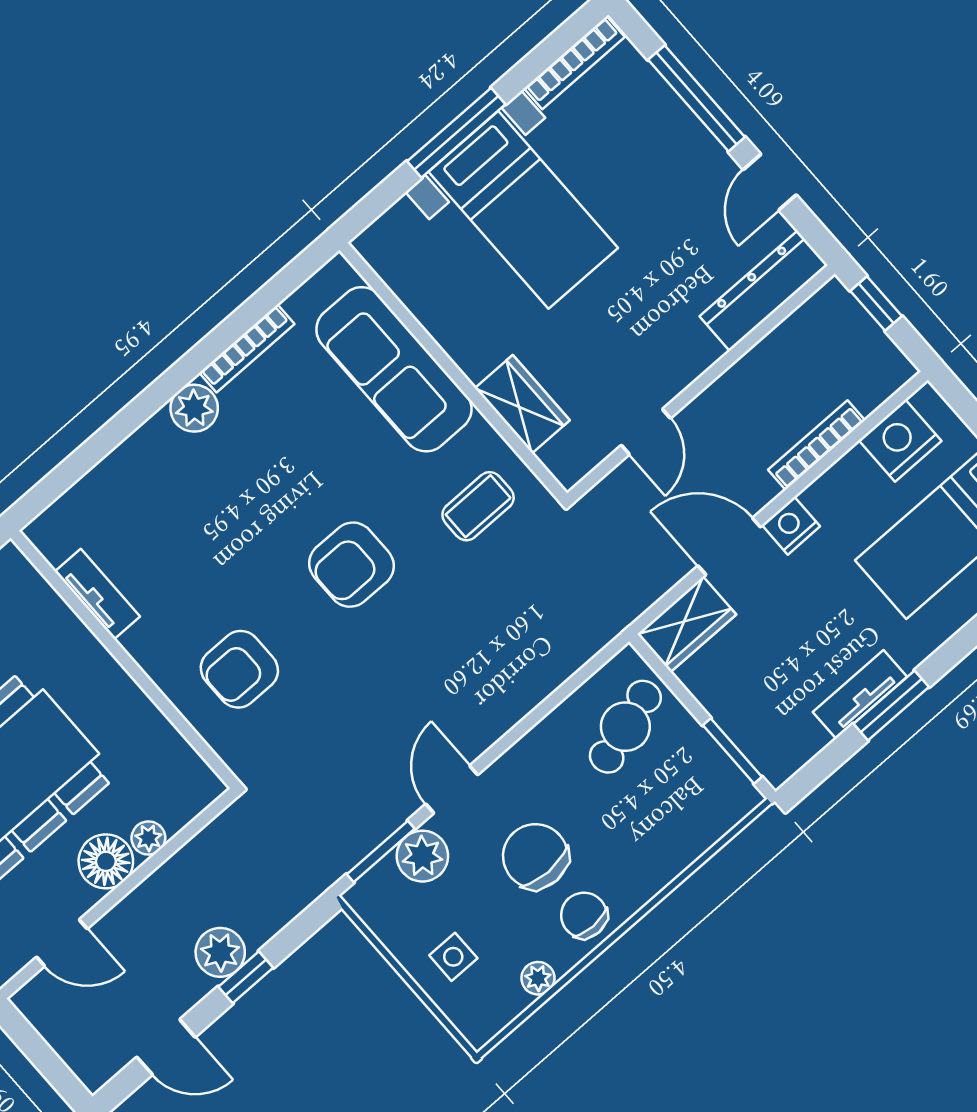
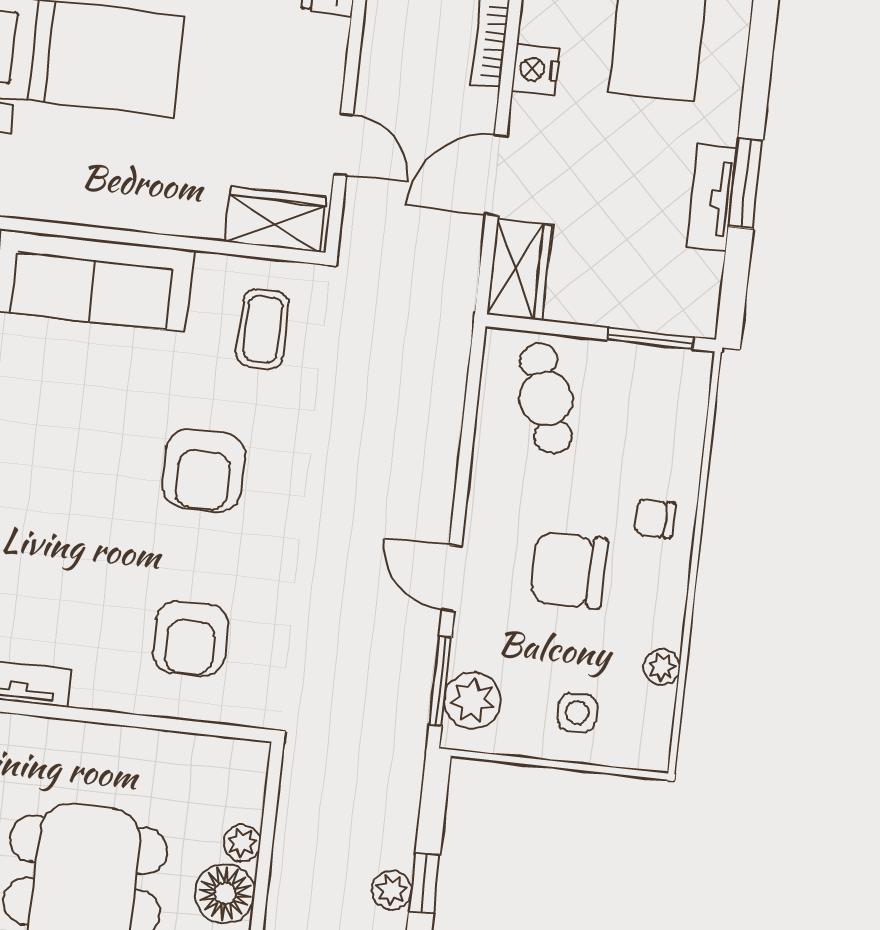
wardrobe: (522, 404) -> (275, 219), moved
nightstand: (791, 526) -> (536, 70), moved
plant: (422, 856) -> (472, 700), moved
chair: (584, 915) -> (655, 519), moved, width x0.73, depth x0.73
plant: (220, 952) -> (392, 890), width x0.73, depth x0.73

